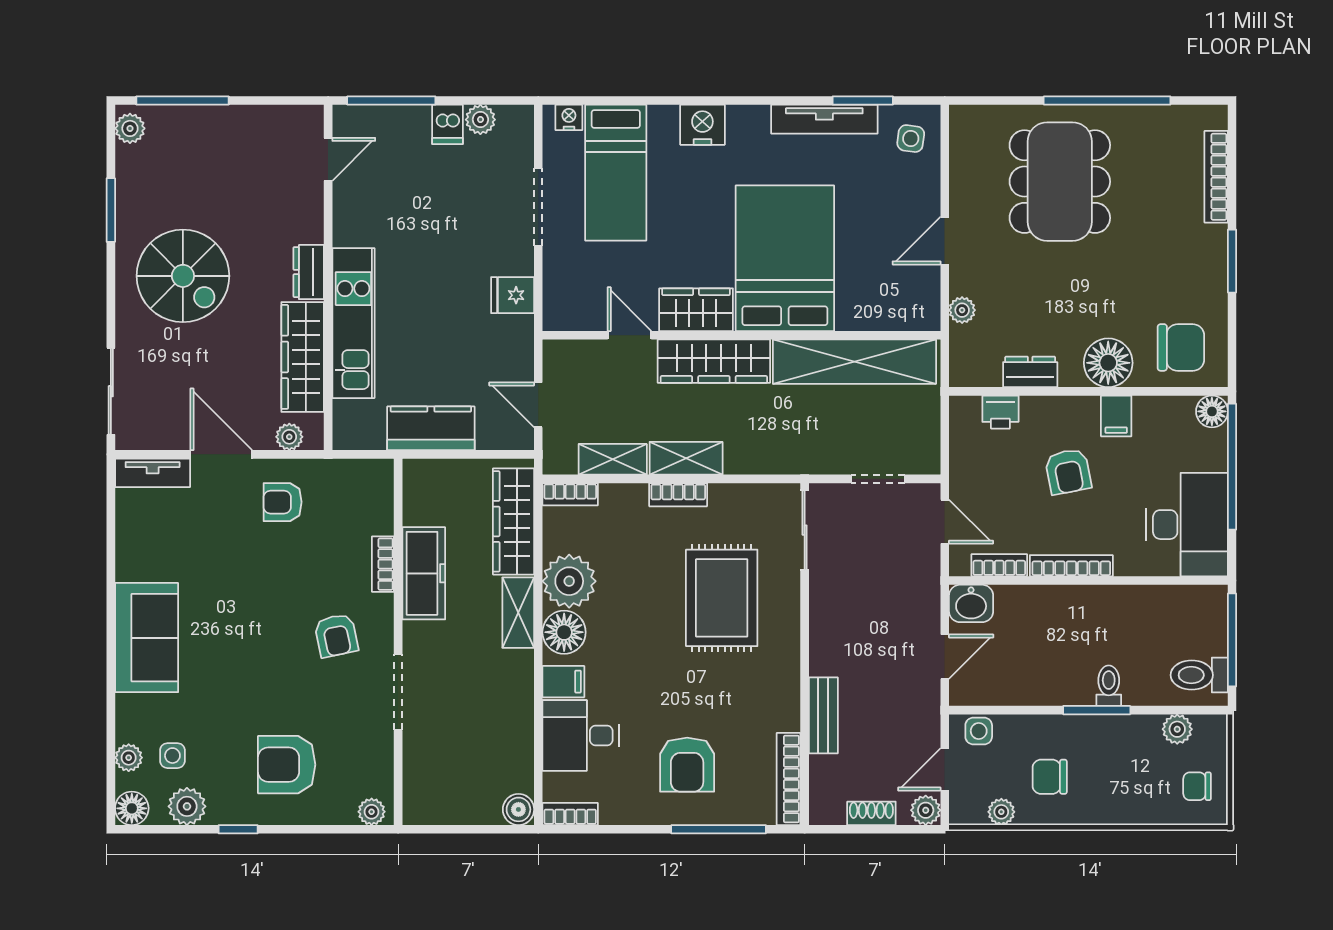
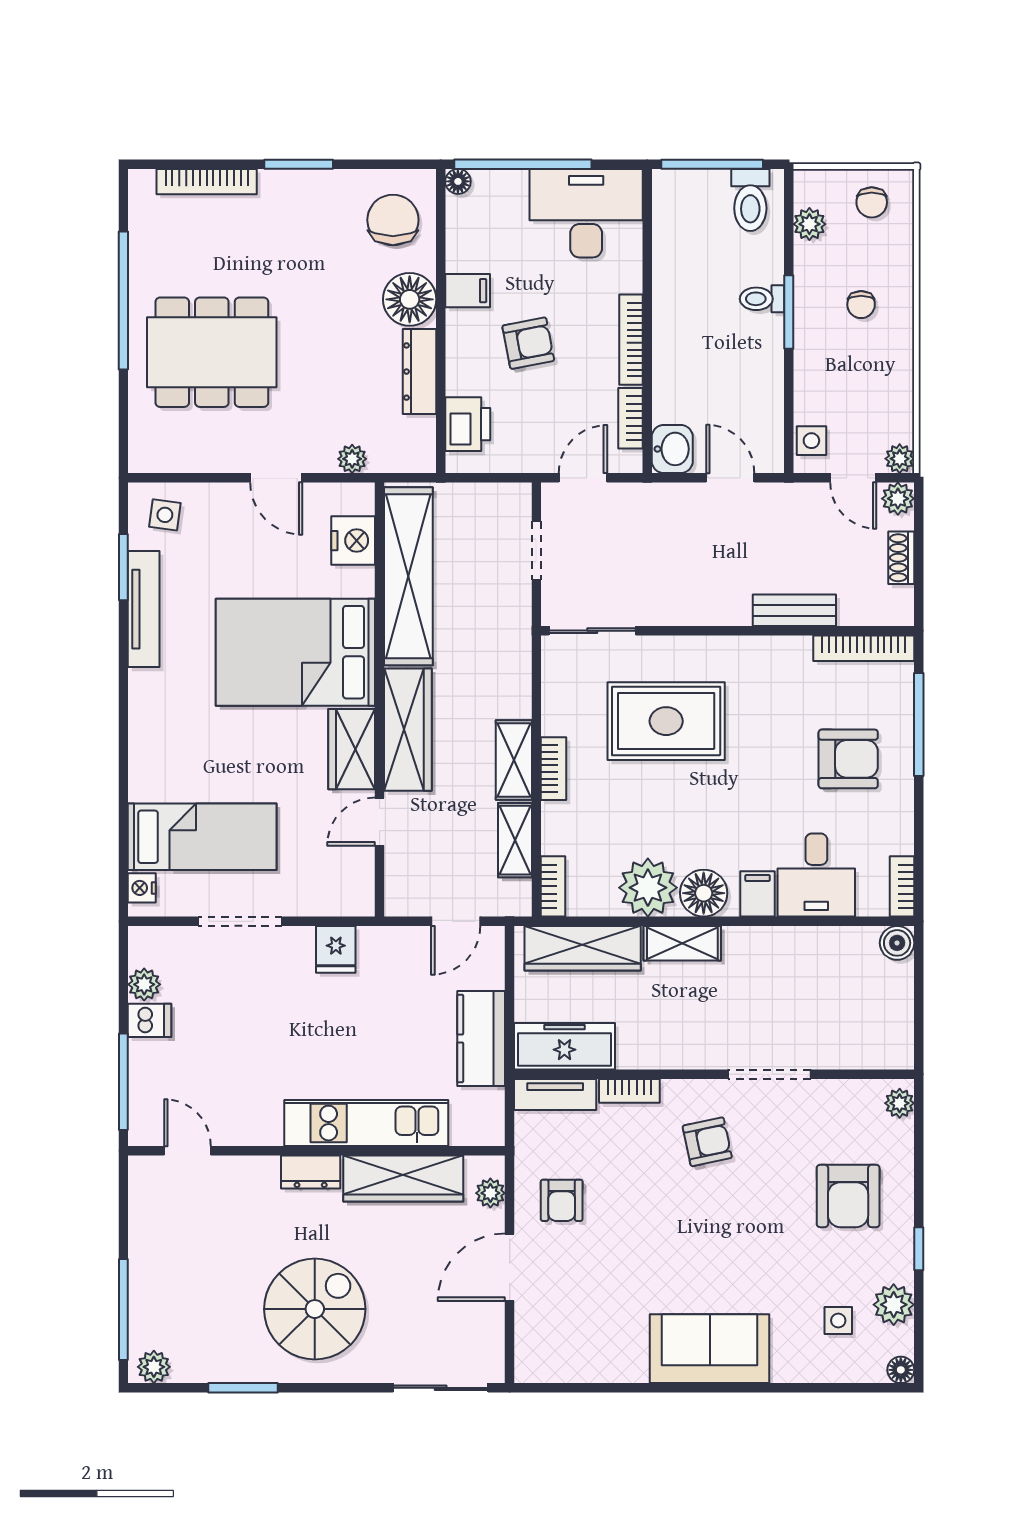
nightstand: (702, 125) -> (353, 541), moved, turned 180
dresser: (1030, 372) -> (420, 372), width x1.44
floor lamp: (1212, 411) -> (458, 181), width x0.73, depth x0.73
printer: (1000, 412) -> (468, 424), width x1.36, depth x1.24
tv unit: (153, 473) -> (555, 1094), moved, turned 90
freezer: (424, 573) -> (564, 1046), moved
plant: (129, 758) -> (841, 1368), removed
chair: (1050, 777) -> (861, 305), moved, width x0.73, depth x0.73
floor lamp: (132, 808) -> (901, 1370), width x0.73, depth x0.73
plant: (1001, 812) -> (900, 459), moved

